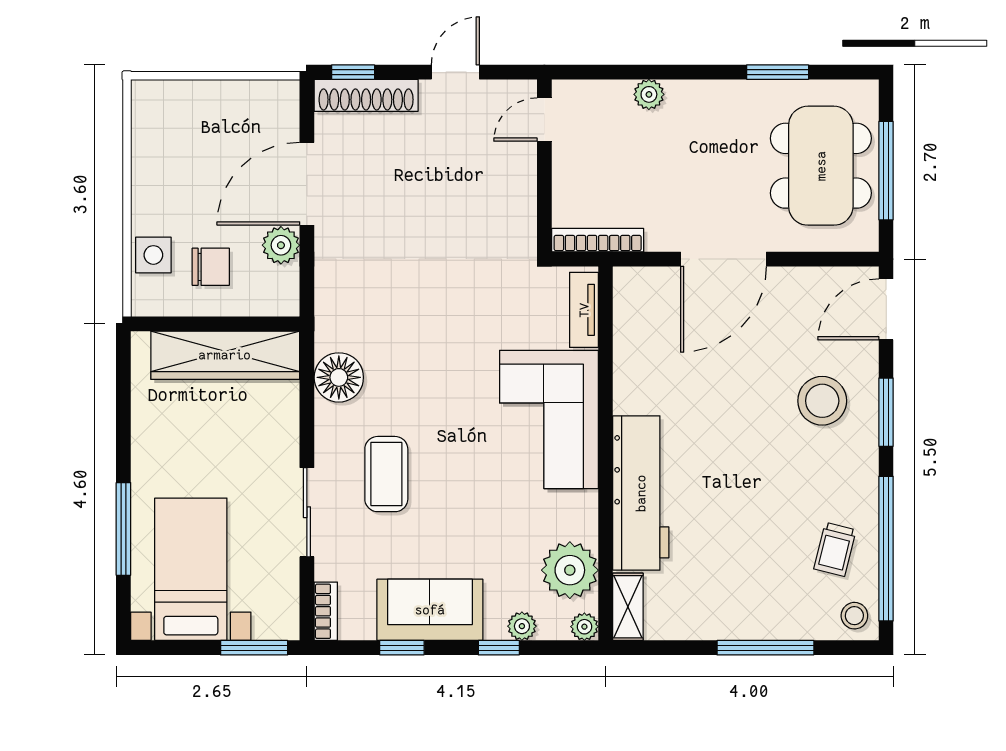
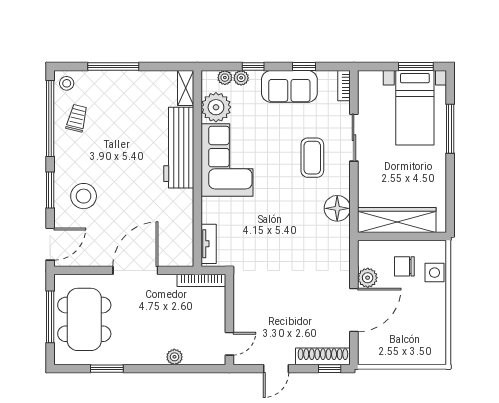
corner sofa: (549, 420) -> (227, 160), moved
plant: (584, 627) -> (225, 78), moved
window: (254, 648) -> (416, 67), moved

